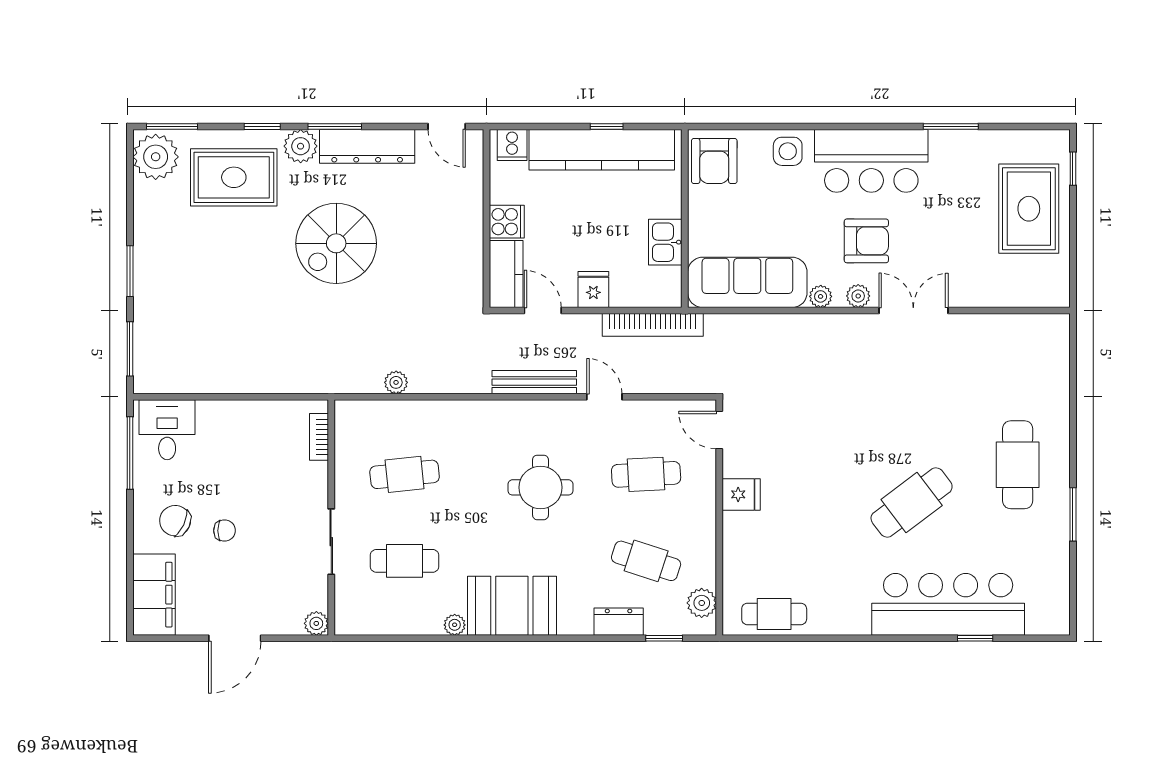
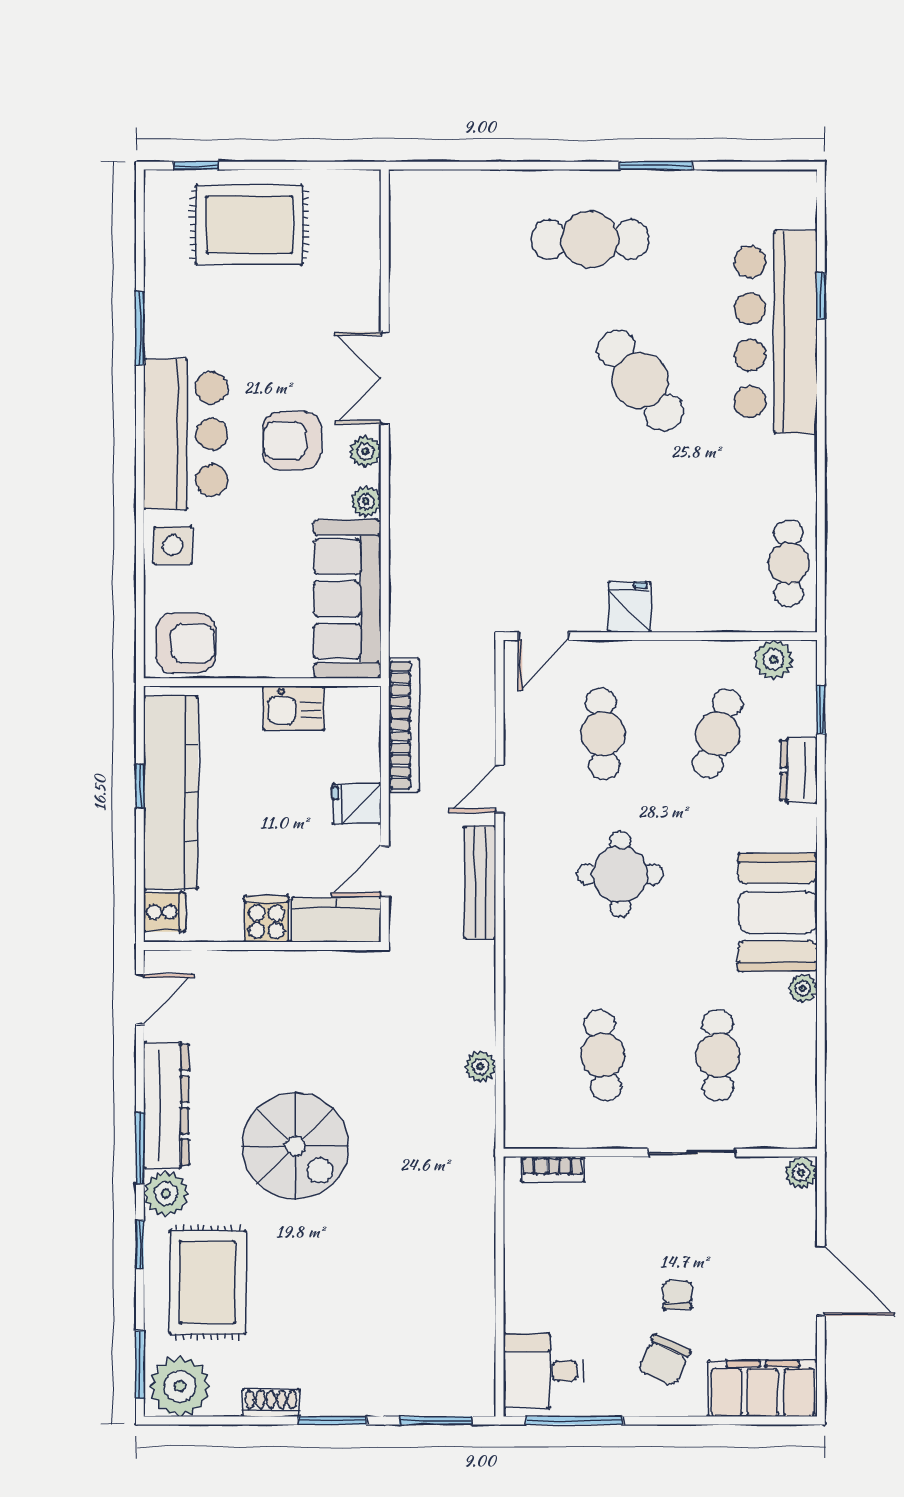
shoe rack: (143, 225) -> (271, 1403), added
armchair: (866, 241) -> (292, 441), turned -90

